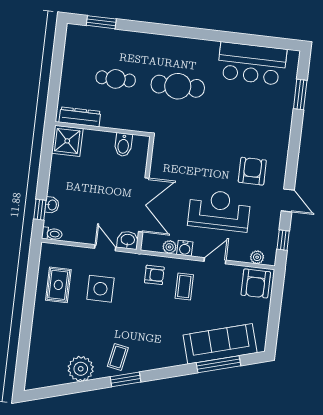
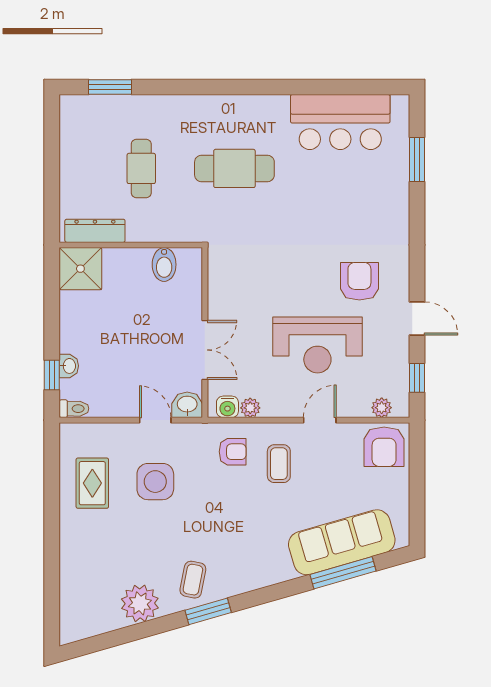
cafe table: (116, 79) -> (141, 168), turned 90
double door: (144, 205) -> (205, 350), width x0.73
reception desk: (219, 210) -> (317, 345), turned 180
water cooler: (185, 248) -> (227, 407), moved

